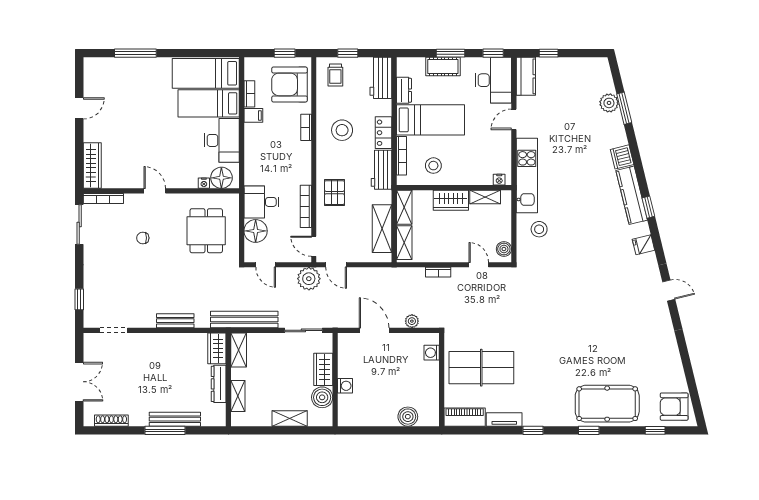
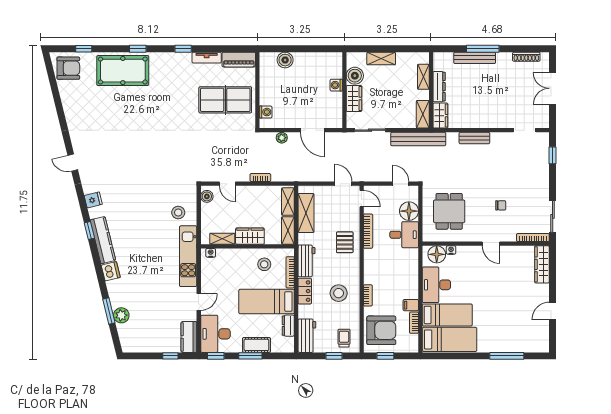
plant: (309, 279) -> (366, 172), removed

